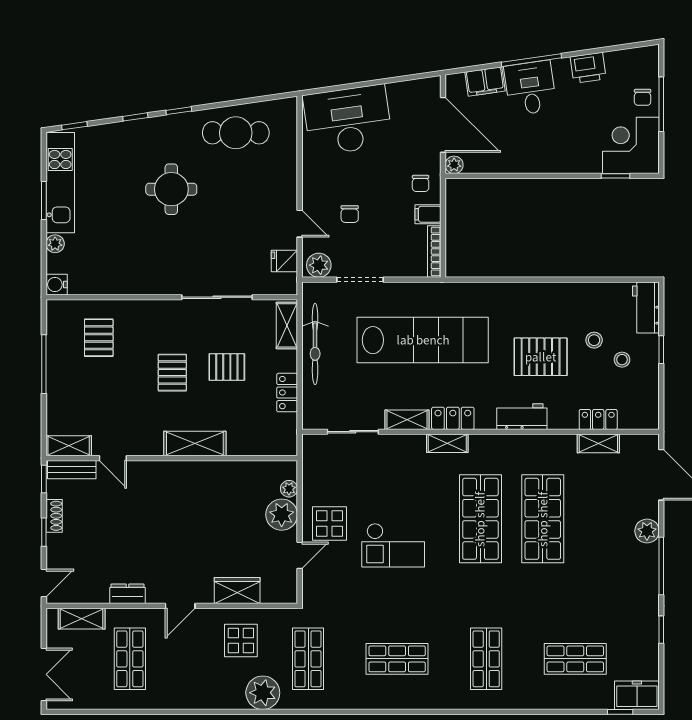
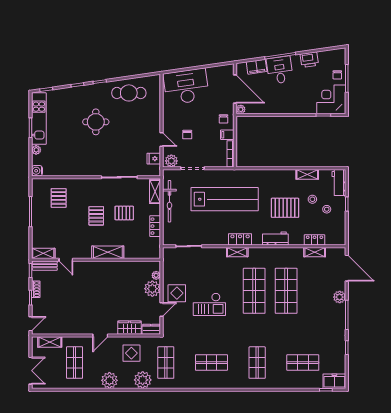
shelving: (407, 420) -> (307, 174), moved
dresser: (128, 594) -> (151, 329), moved
plant: (198, 694) -> (109, 380), added

